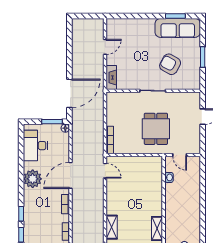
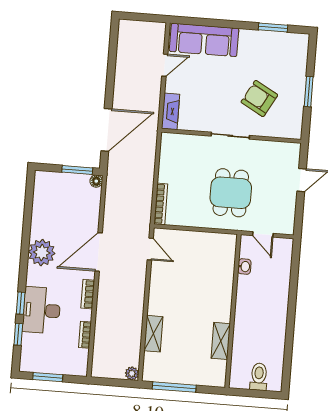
sofa: (178, 28) -> (204, 40), moved
desk: (36, 146) -> (42, 310), moved

